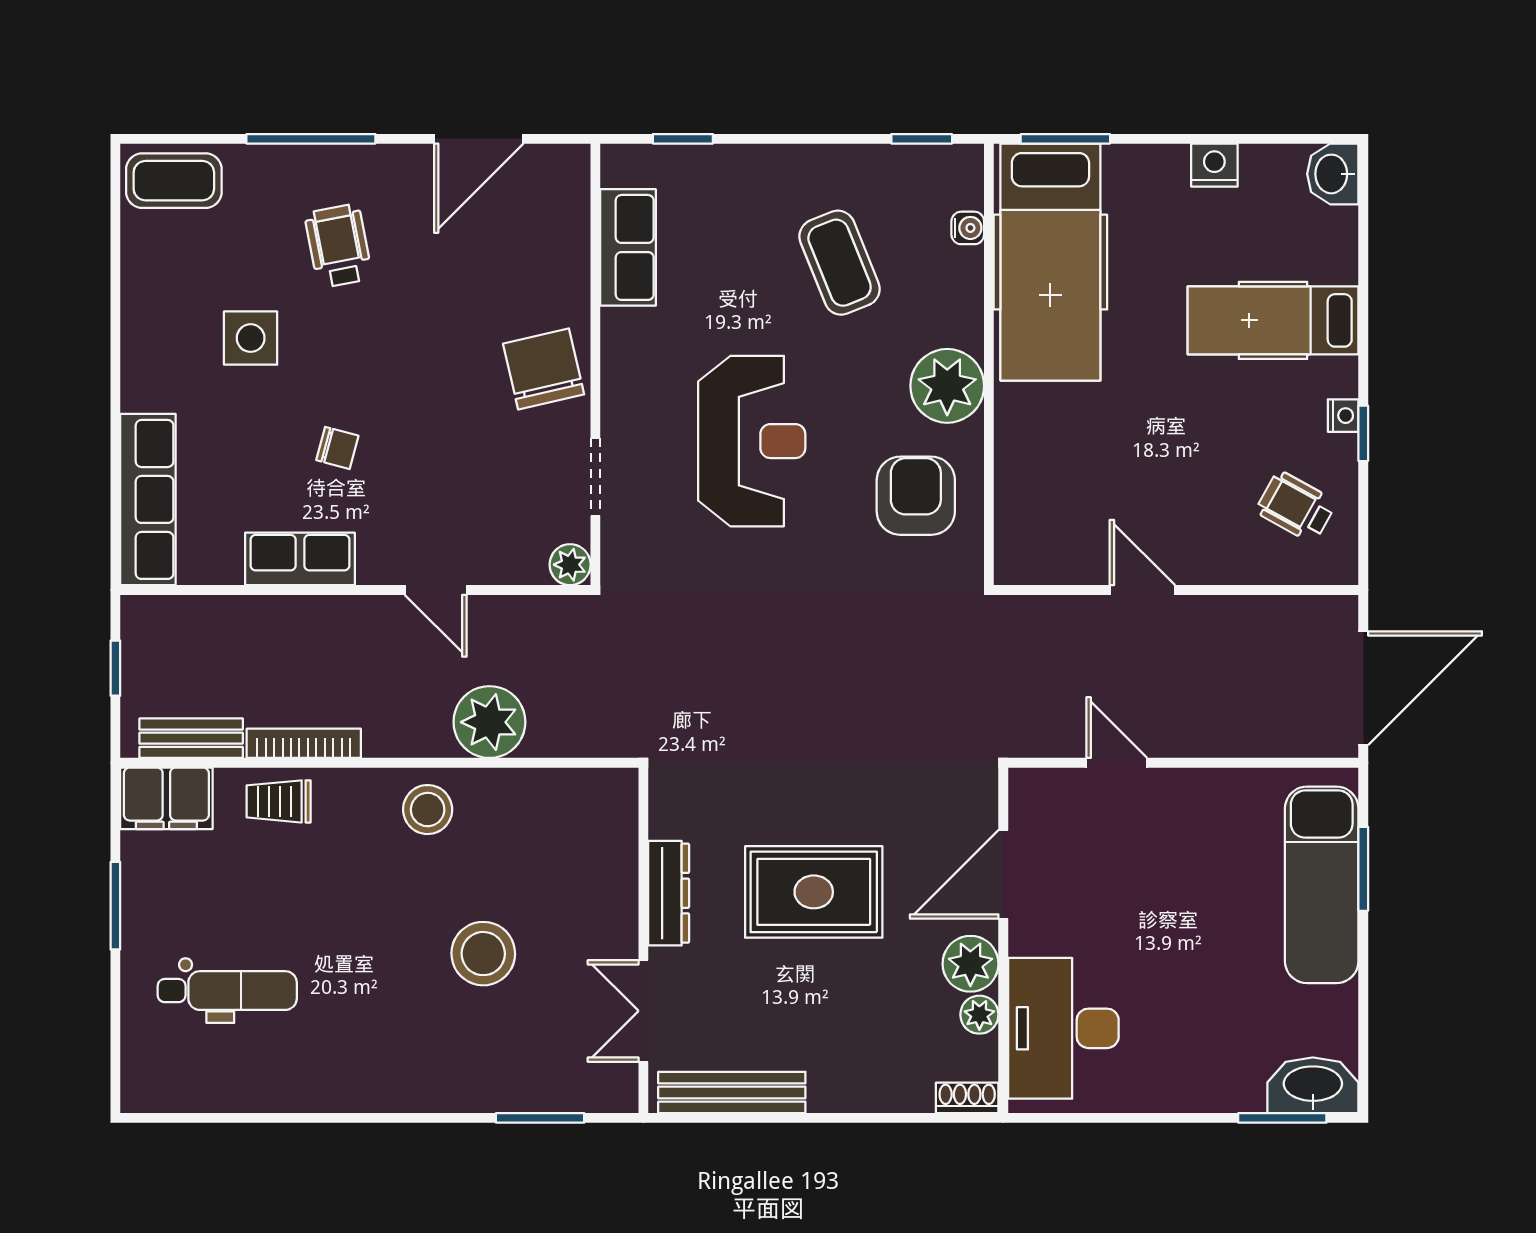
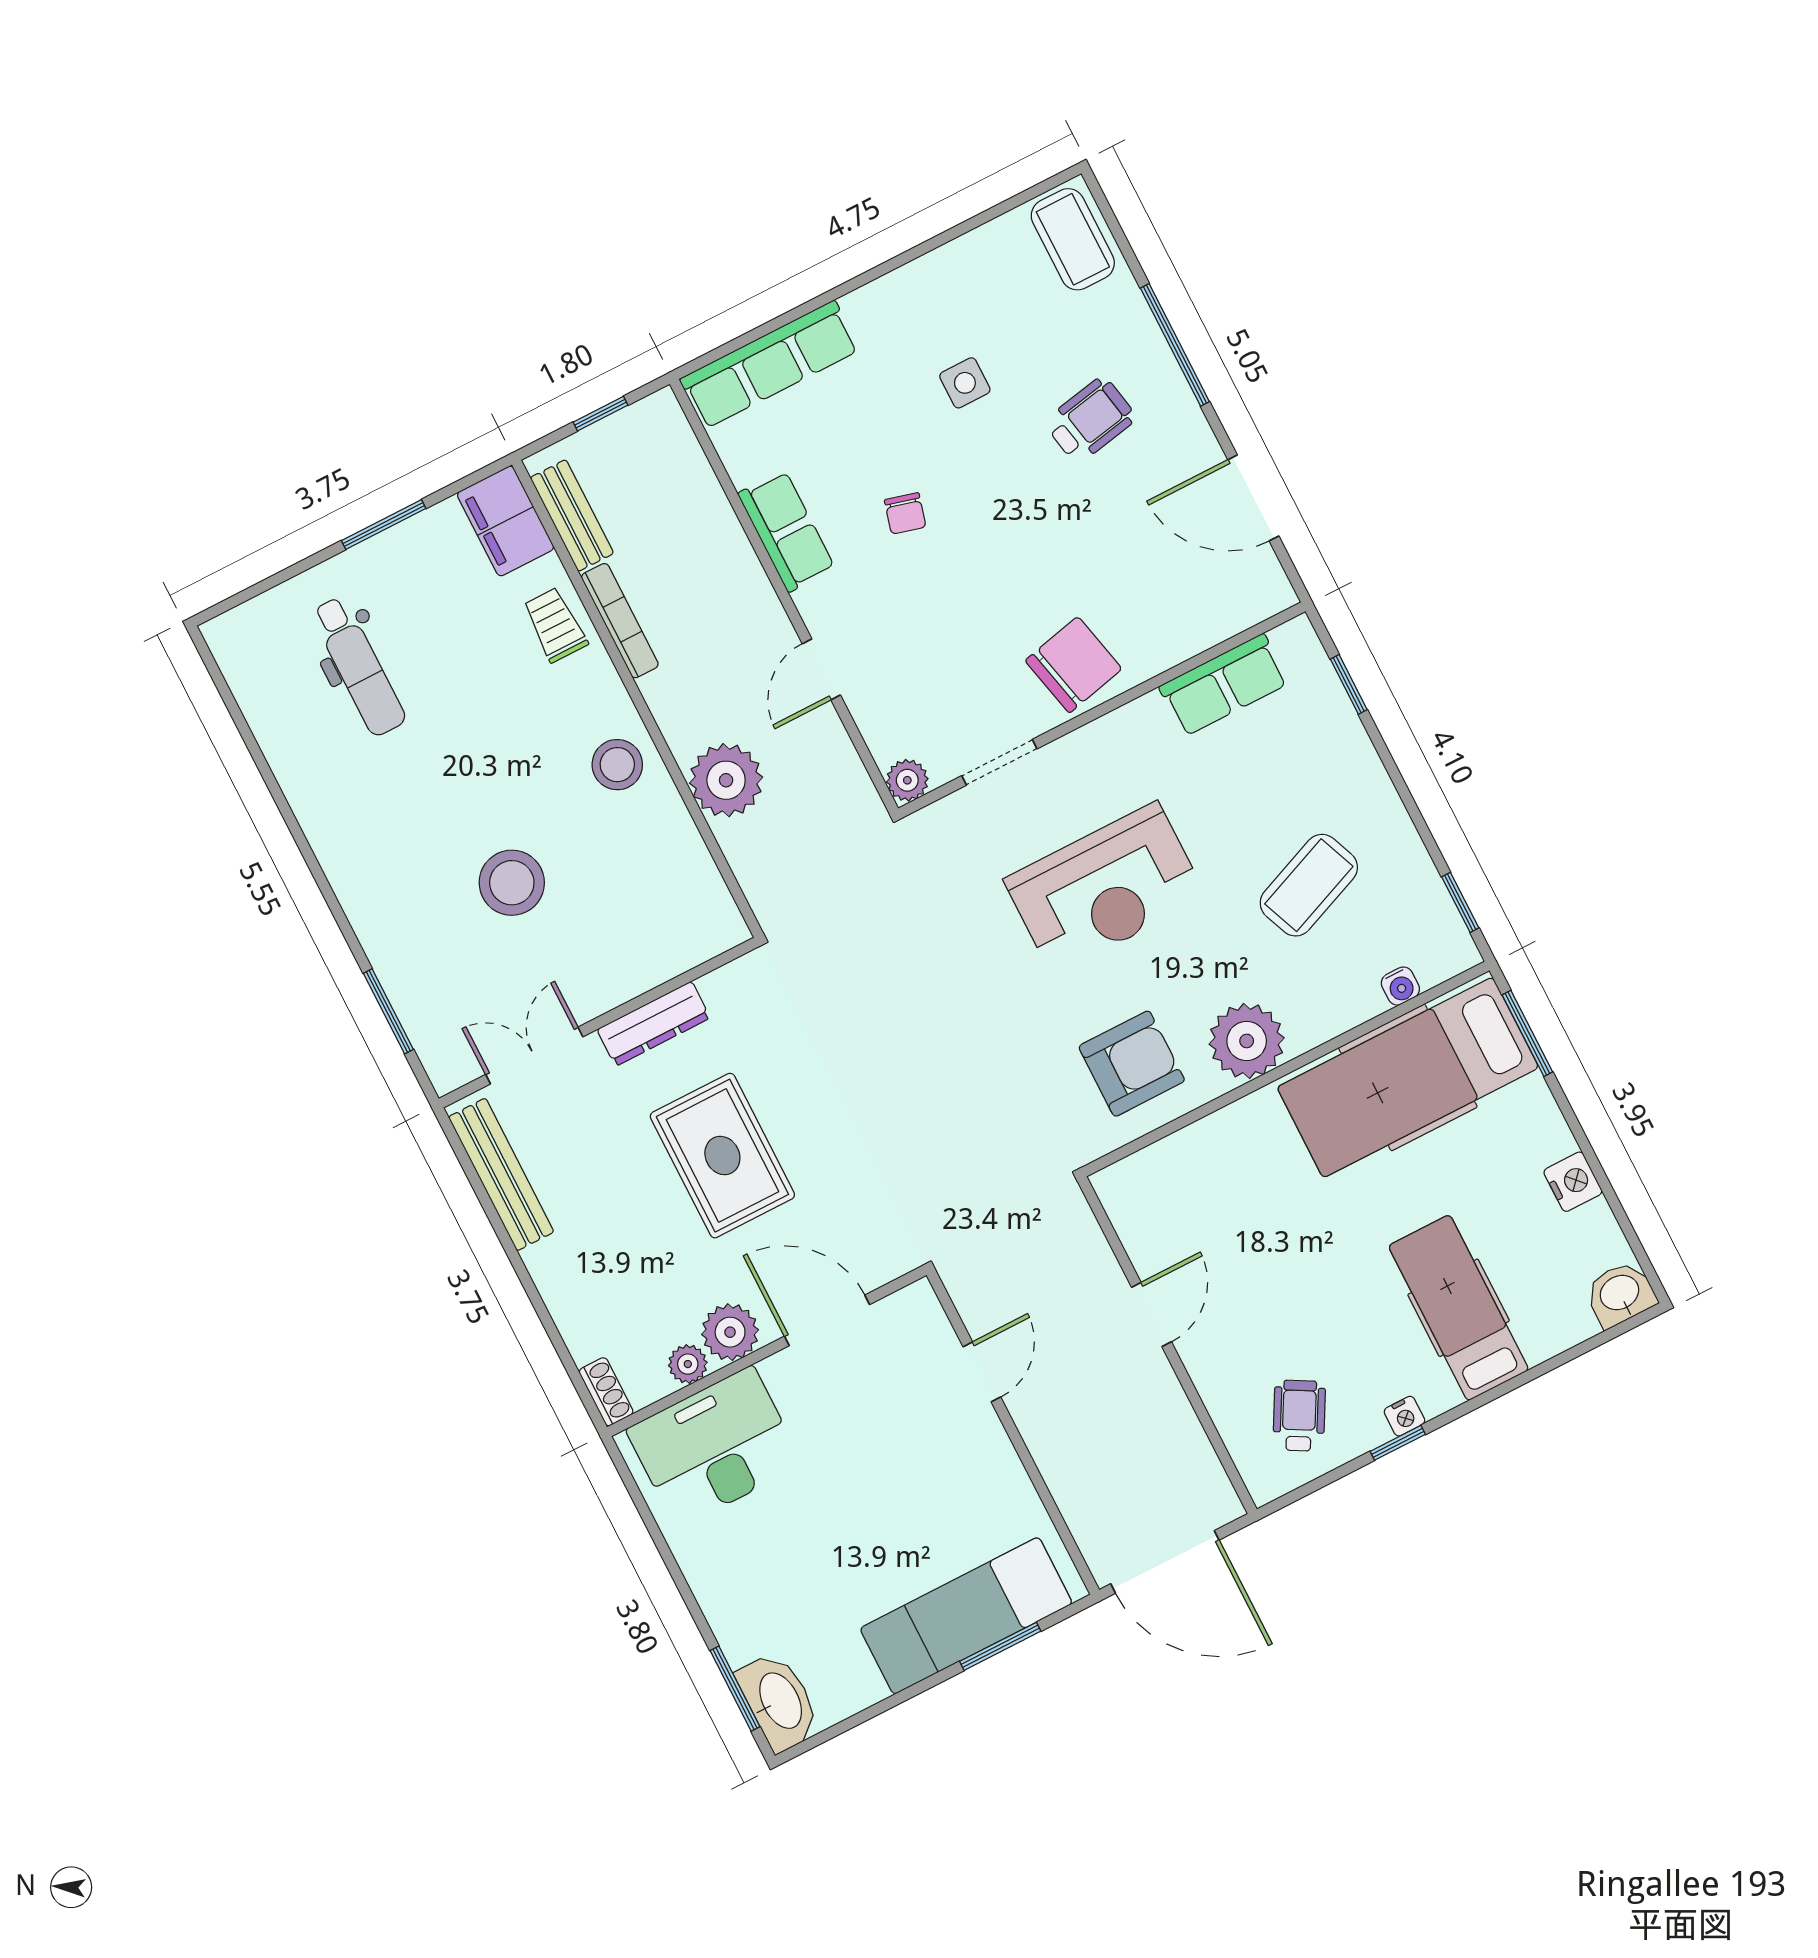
side table: (251, 338) -> (965, 383), width x0.73, depth x0.73

